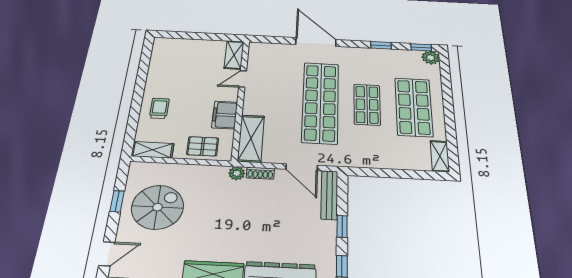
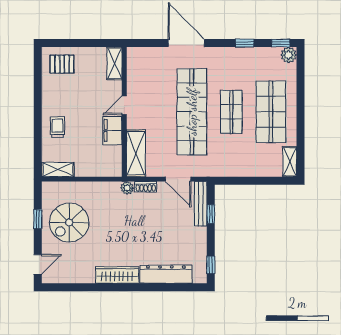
door: (243, 79) -> (124, 105), moved
pallet: (203, 146) -> (62, 64), moved
spiral stairs: (157, 207) -> (69, 223), turned 180
window: (342, 226) -> (211, 214), moved

